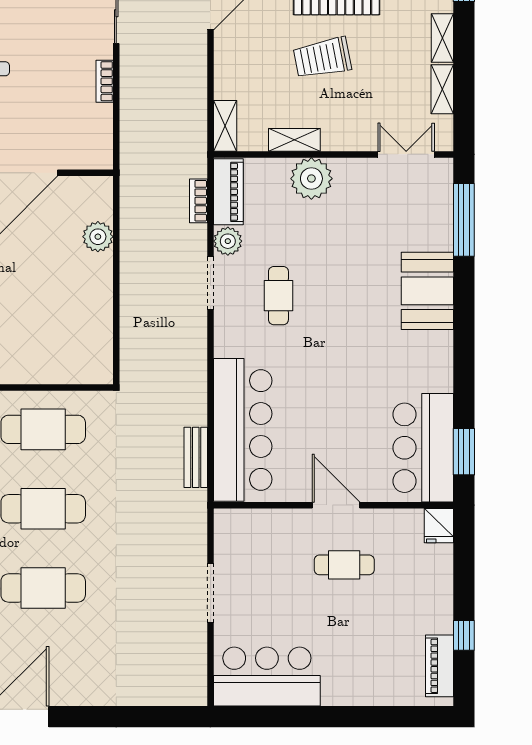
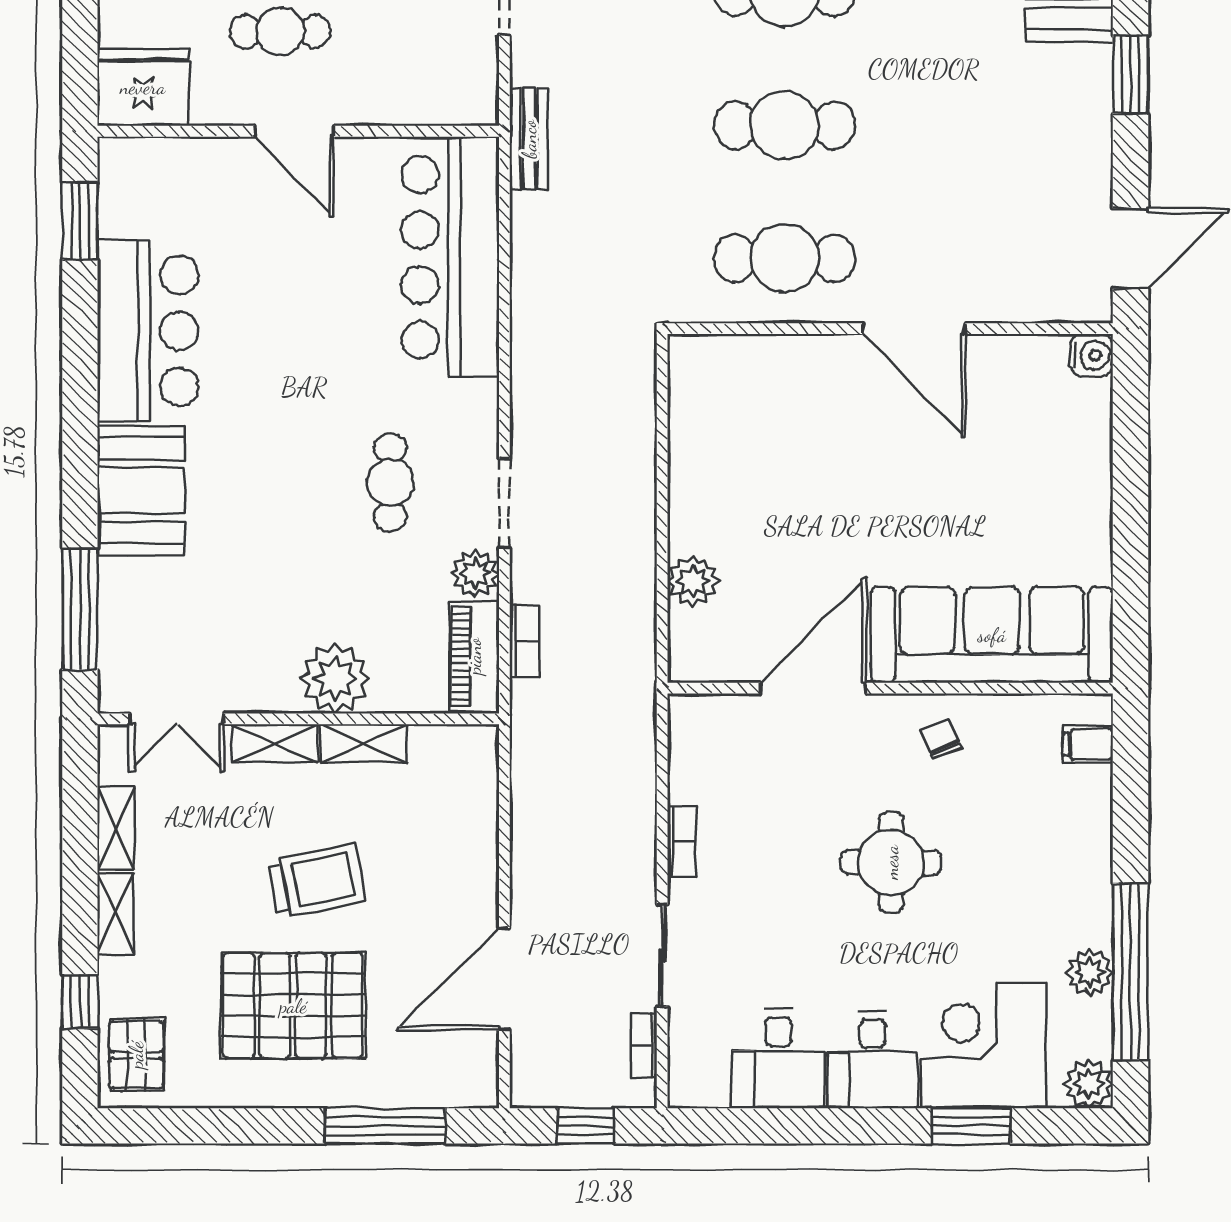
shelving: (225, 126) -> (275, 743), moved, turned 90
bar counter: (423, 448) -> (148, 331), moved
bench: (196, 457) -> (529, 139), moved
fridge: (439, 526) -> (143, 87), width x1.88, depth x1.34

